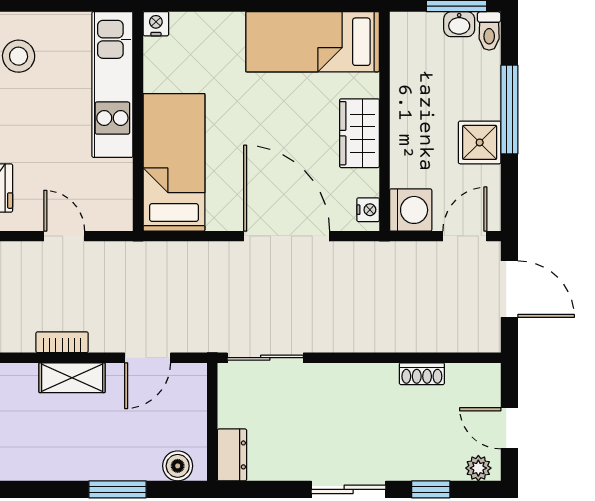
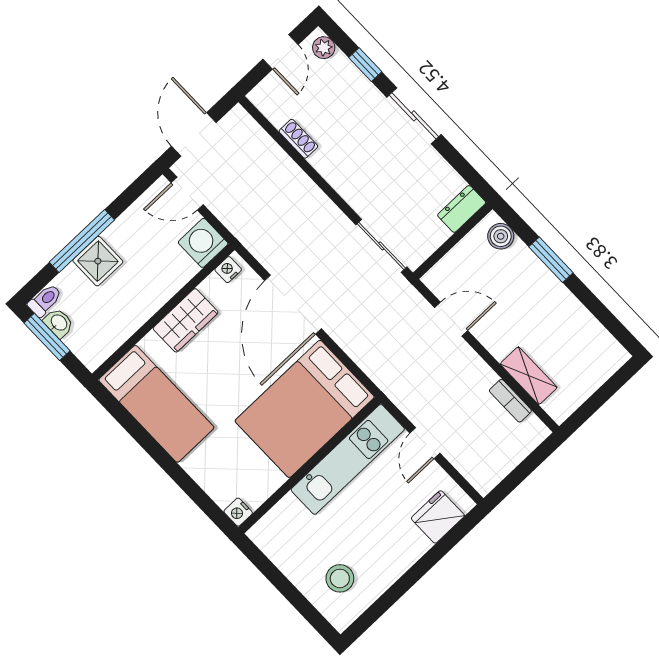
kitchen unit: (112, 85) -> (348, 459), moved
shower: (480, 142) -> (98, 261), moved
bed: (174, 162) -> (305, 409), width x1.50
bookcase: (62, 342) -> (510, 401), moved
shelving: (72, 378) -> (529, 376), moved

